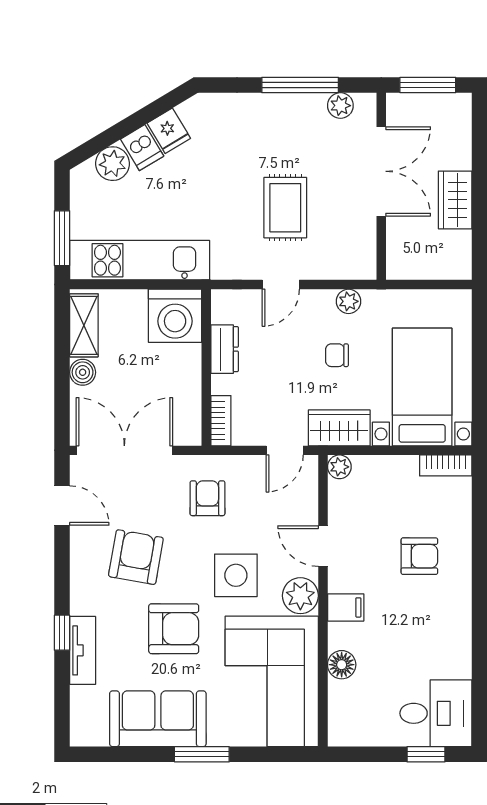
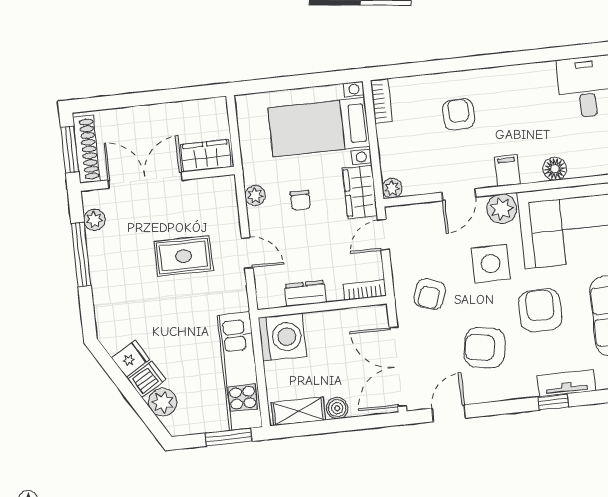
shoe rack: (426, 105) -> (86, 149), added
wardrobe: (455, 200) -> (206, 156), moved, turned 180
door: (285, 450) -> (383, 235), swing flipped
armchair: (207, 498) -> (430, 294), turned -71

